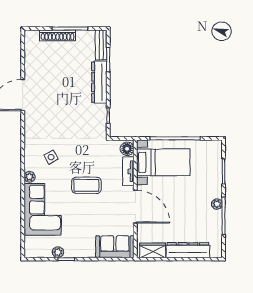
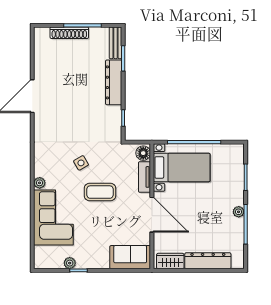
side table: (51, 157) -> (81, 163), moved

